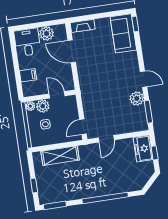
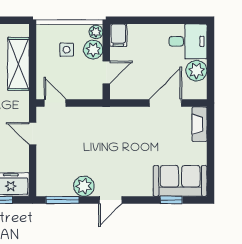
window: (135, 24) -> (171, 200), moved
filing cabinet: (28, 75) -> (118, 35), moved

